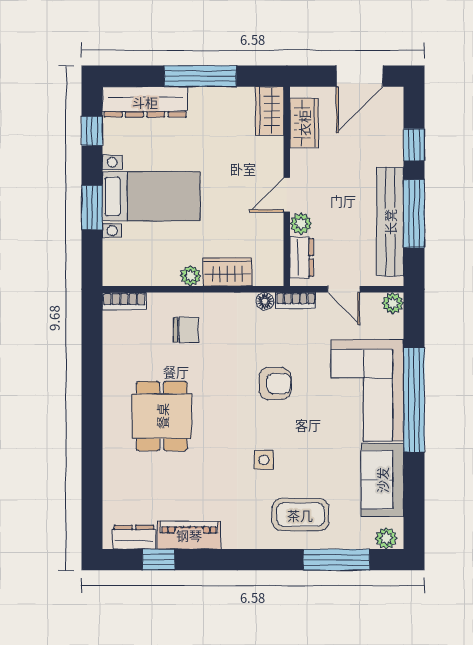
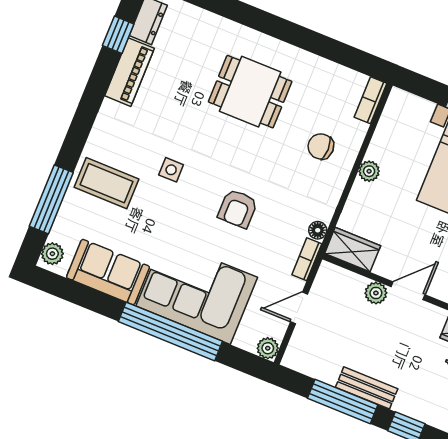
door: (287, 195) -> (408, 291), hinge flipped
bench: (390, 222) -> (367, 388), width x0.54, depth x0.82
dresser: (302, 257) -> (344, 281), removed
wardrobe: (228, 272) -> (353, 250), moved, turned -90
chair: (186, 330) -> (321, 146), turned 90
coffee table: (300, 515) -> (107, 183), turned 90

